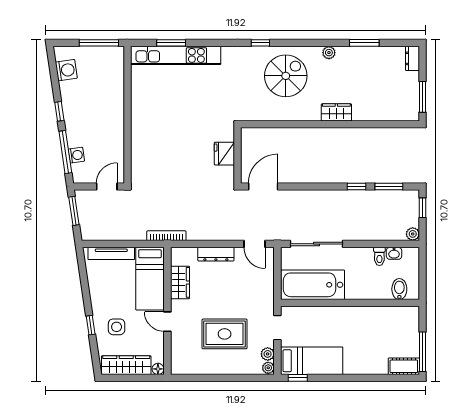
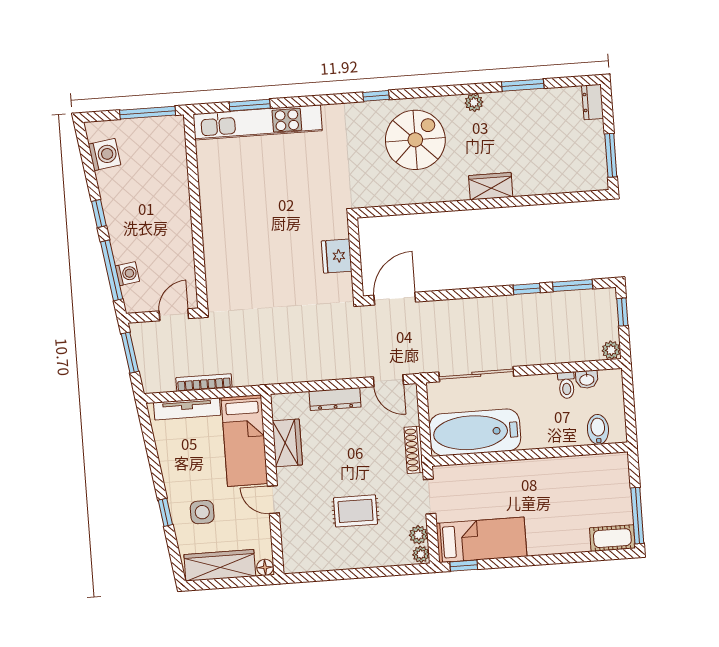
bookcase: (166, 236) -> (204, 383), moved
shoe rack: (269, 294) -> (414, 450), added
rug: (225, 334) -> (356, 511), width x0.73, depth x0.70

